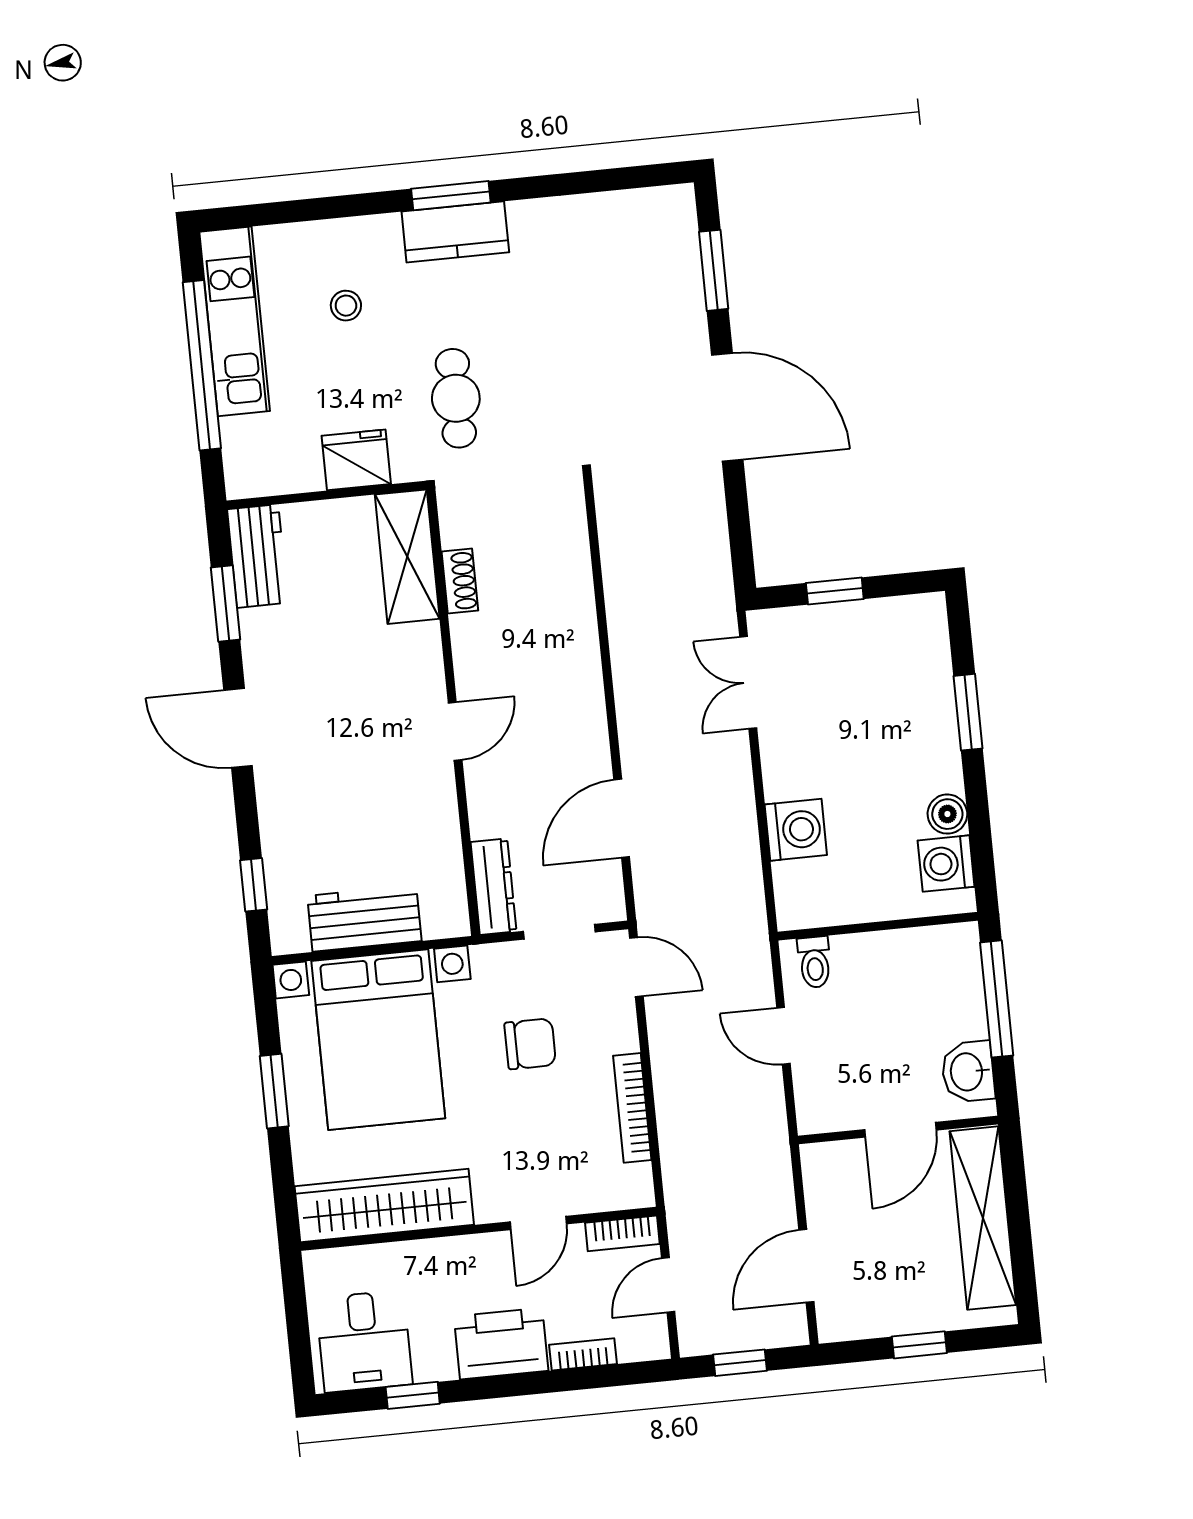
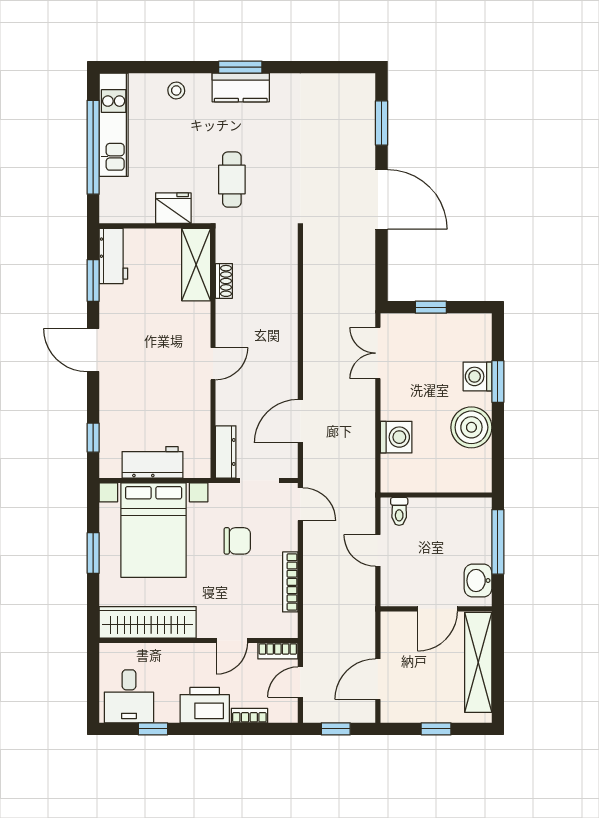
stool: (346, 306) -> (176, 90), moved
boiler: (947, 814) -> (471, 427), width x1.86, depth x1.86
washing machine: (946, 864) -> (477, 376), moved

